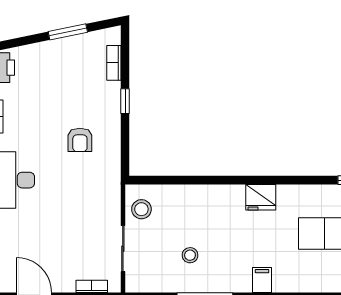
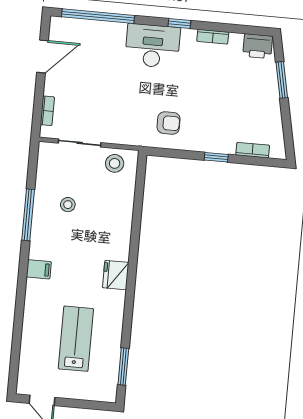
window: (68, 32) -> (282, 80), moved
armchair: (80, 140) -> (169, 123), moved, turned 180

